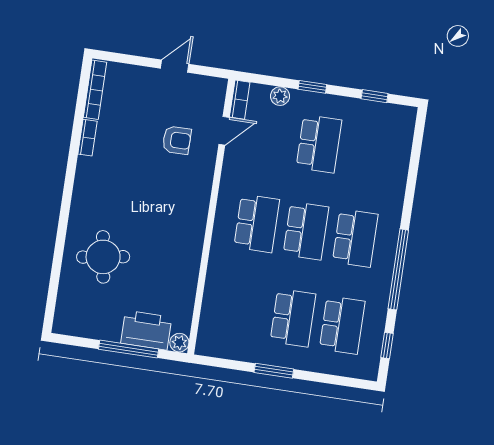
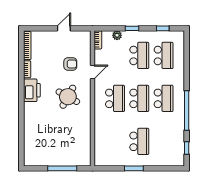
door: (224, 131) -> (92, 72), moved
round table: (103, 257) -> (68, 97), moved, turned 38
school desk: (342, 325) -> (164, 55), moved
printer: (146, 330) -> (32, 90), moved, turned 90
plant: (179, 343) -> (86, 162), removed

